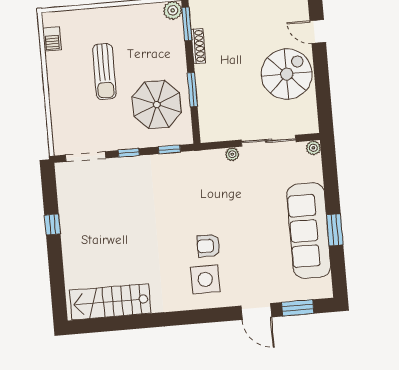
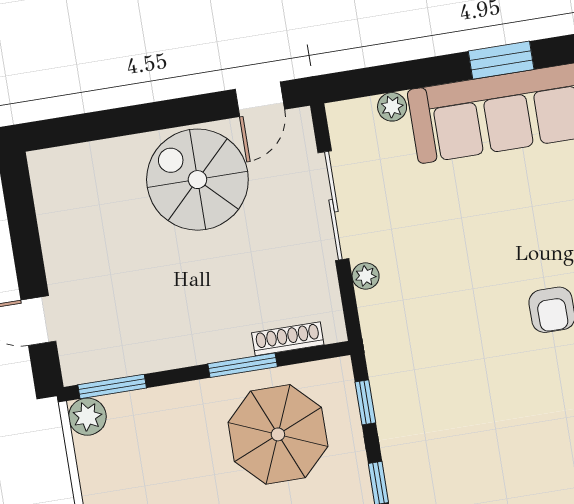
door: (318, 31) -> (260, 99), moved
shoe rack: (198, 46) -> (288, 339), moved
plant: (313, 148) -> (392, 107), moved

